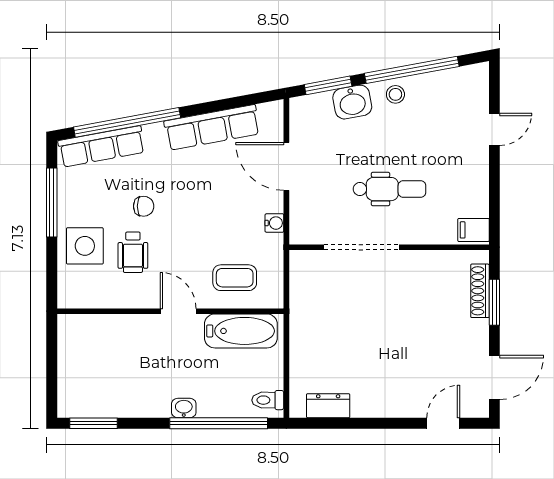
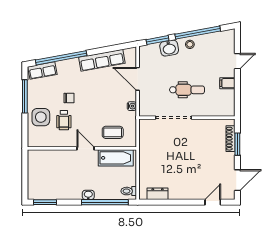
row of seats: (102, 146) -> (42, 71), width x0.68
filing cabinet: (473, 230) -> (227, 83), moved

